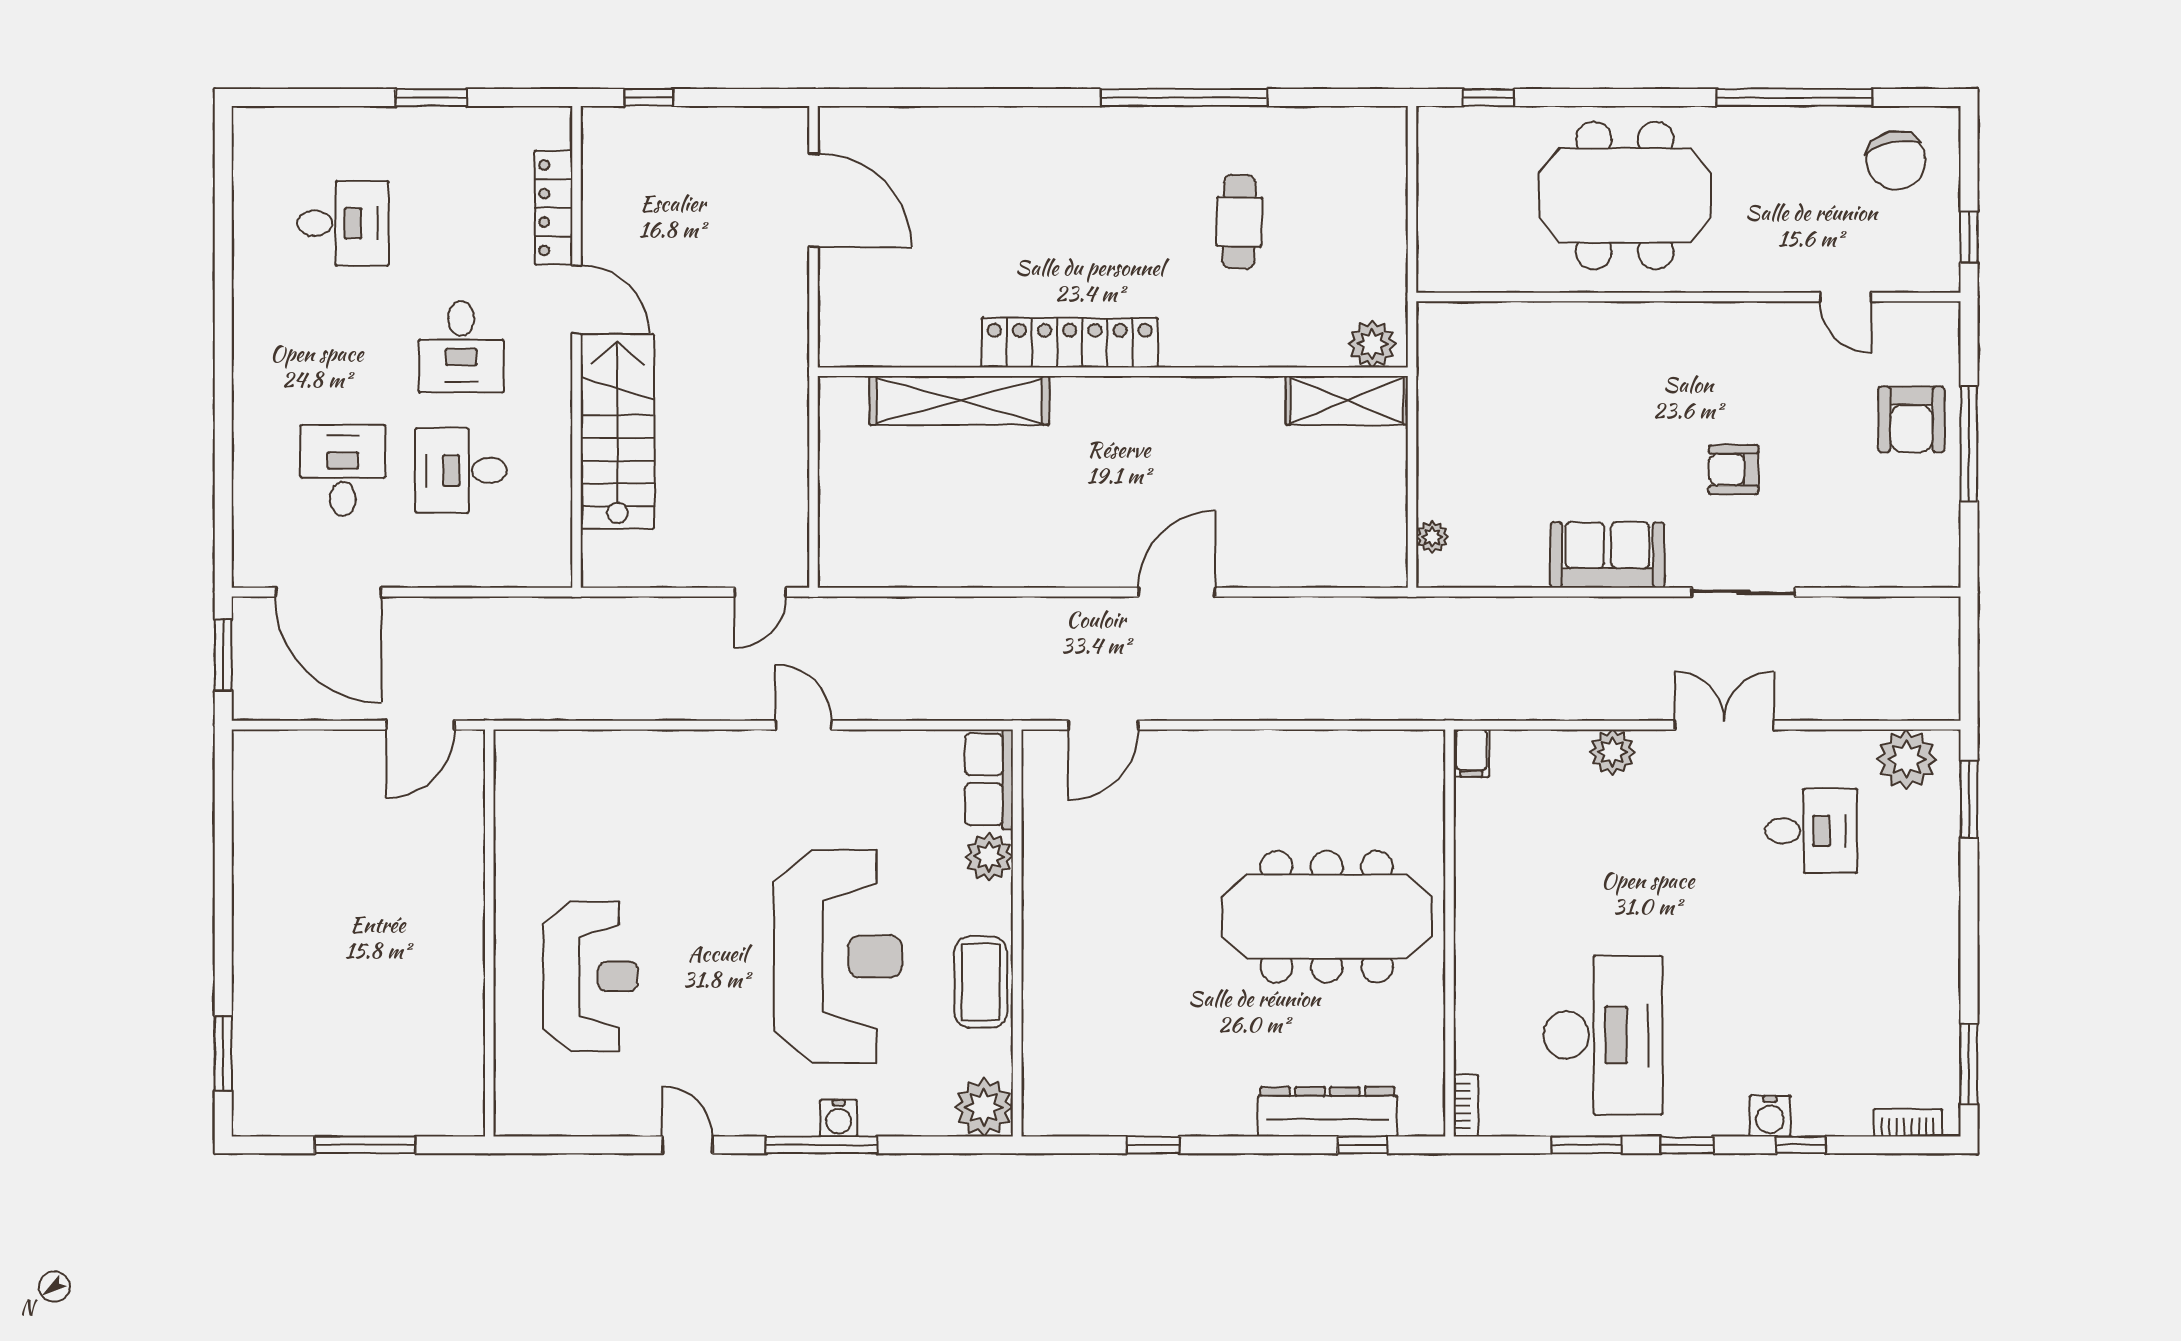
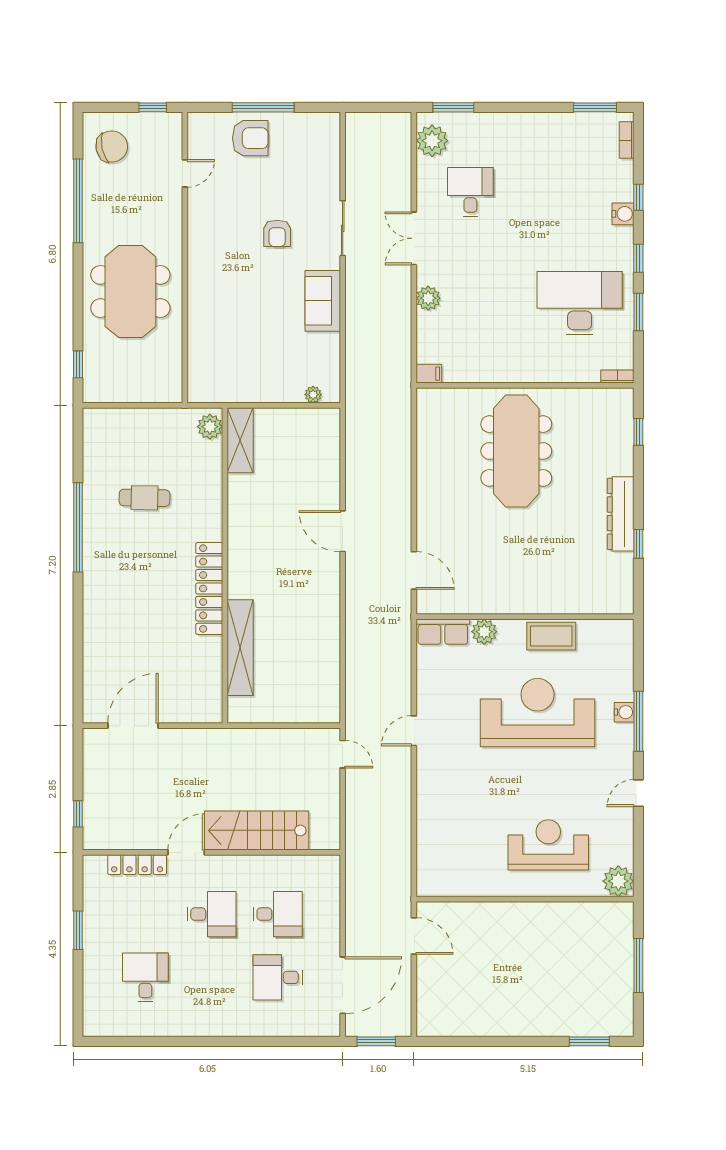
desk: (461, 470) -> (278, 914), turned -90
plant: (984, 1107) -> (618, 881), moved
dresser: (1327, 1112) -> (621, 514), moved

